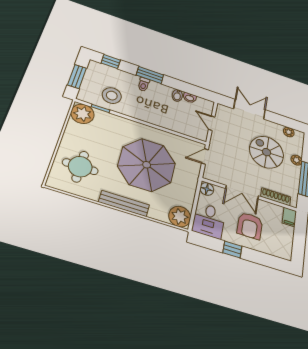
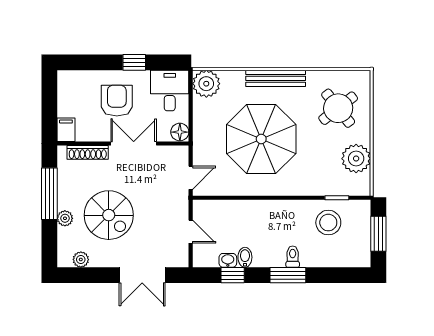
window: (111, 62) -> (233, 275), moved
plant: (82, 114) -> (356, 159), moved
round table: (80, 167) -> (338, 108), turned -38

